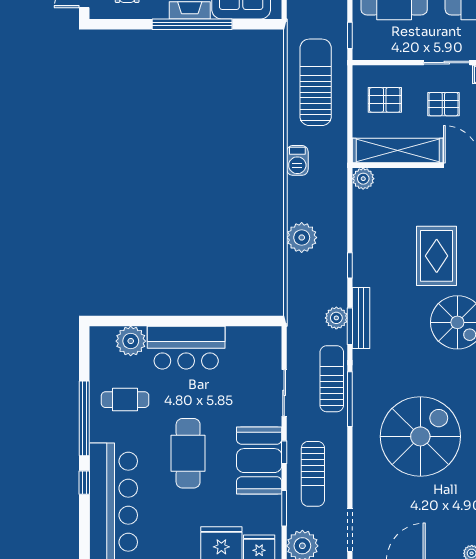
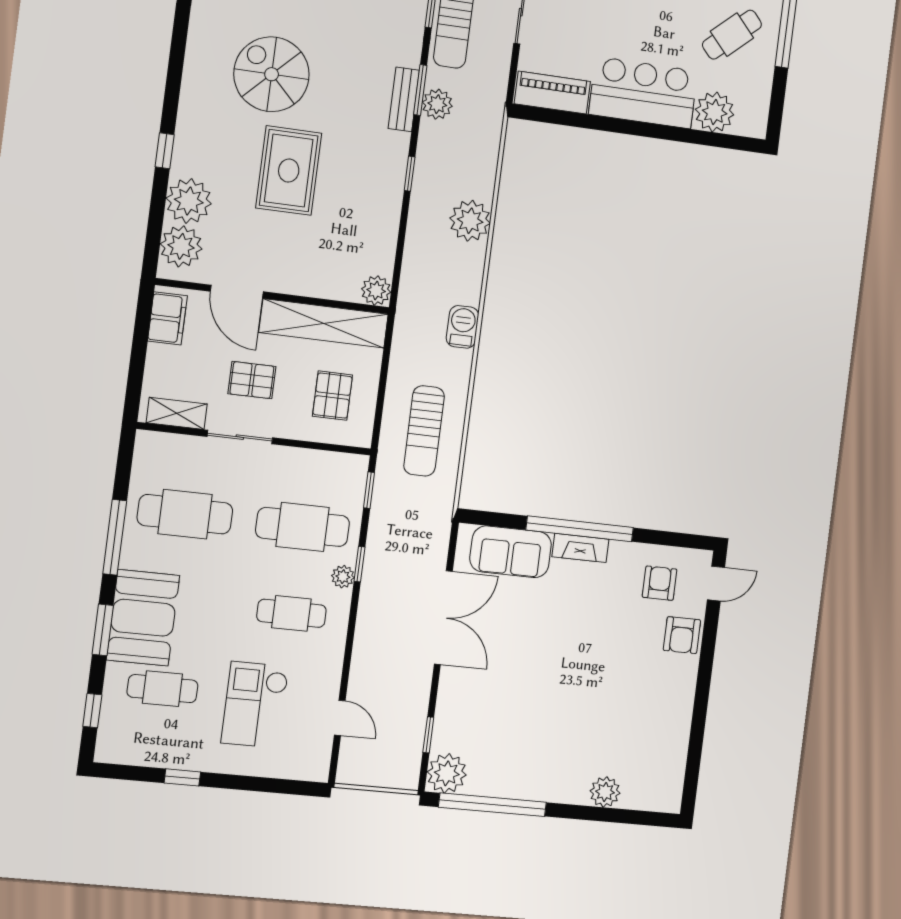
sun lounger: (316, 82) -> (424, 431), width x0.73, depth x0.75
pallet: (385, 100) -> (333, 396), turned 90
bench: (361, 318) -> (404, 99), width x0.73
piano: (254, 338) -> (552, 93), added
cafe table: (125, 400) -> (732, 35), turned -42

